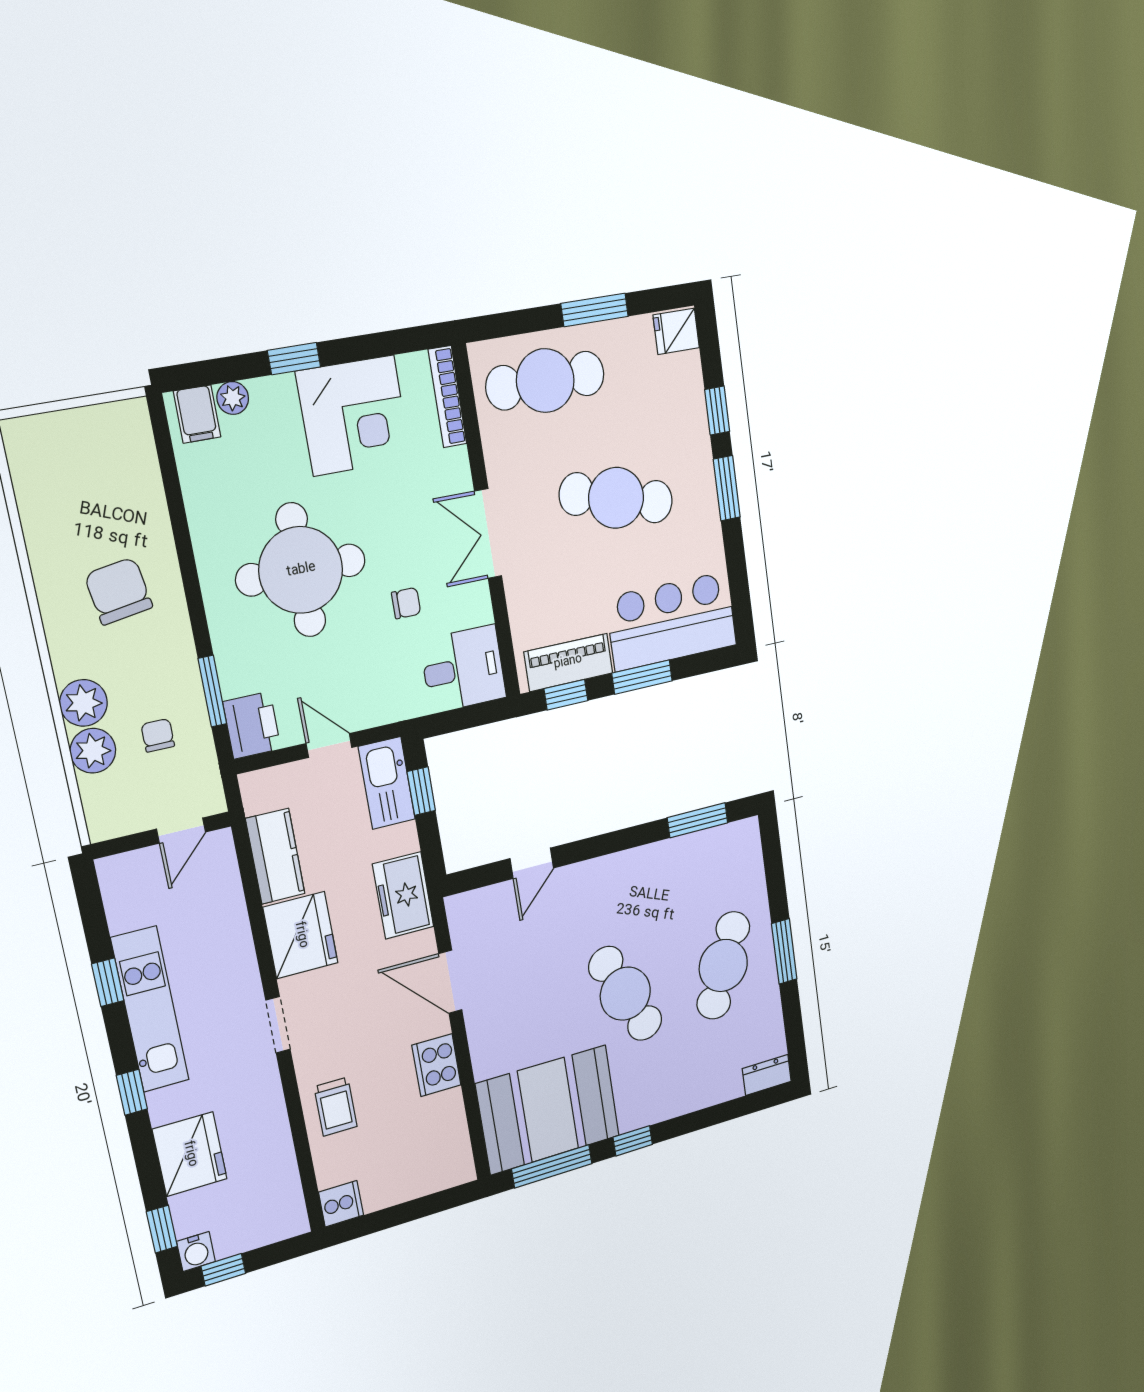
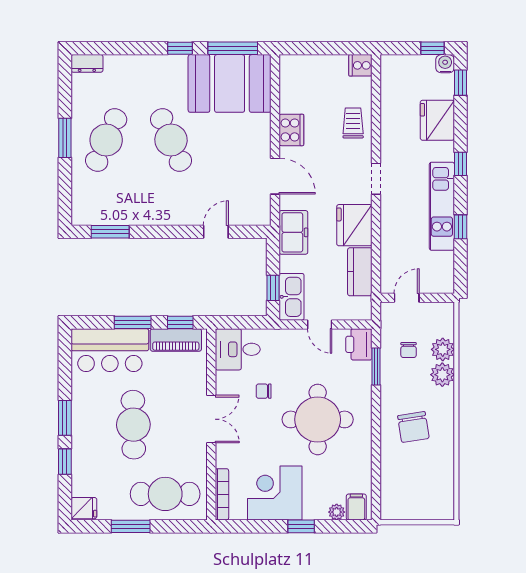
cafe table: (616, 498) -> (133, 425), turned 74

